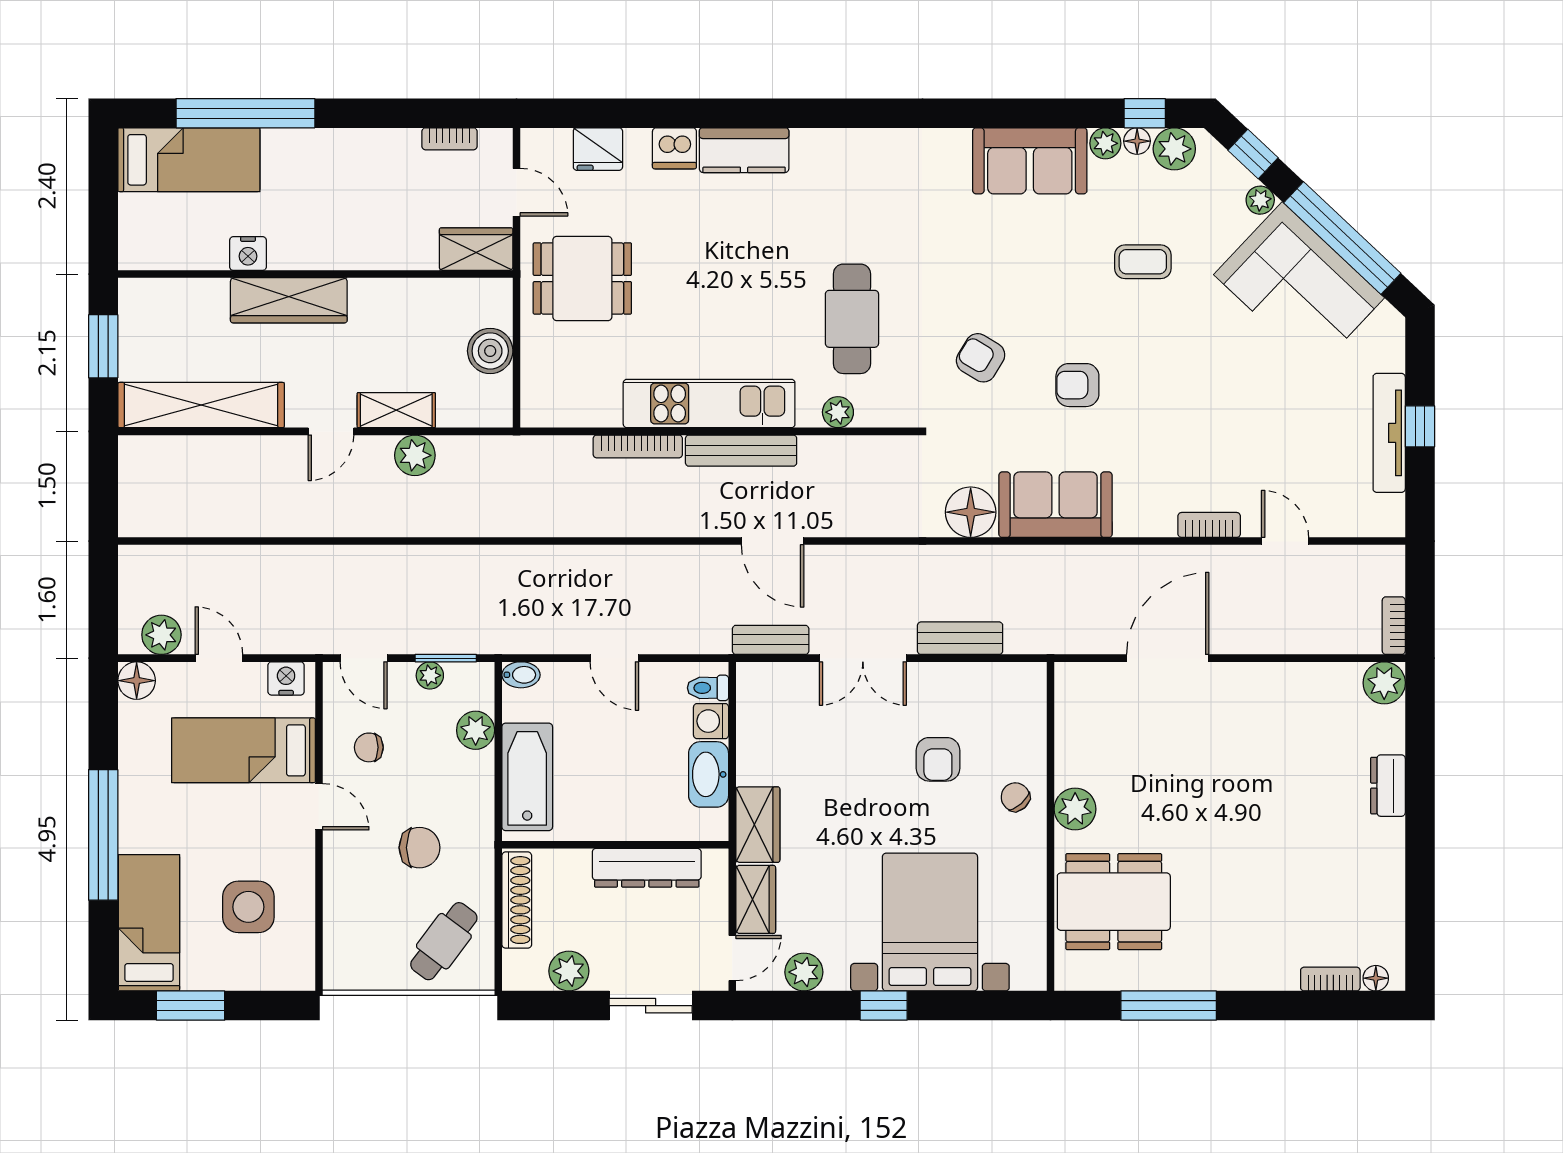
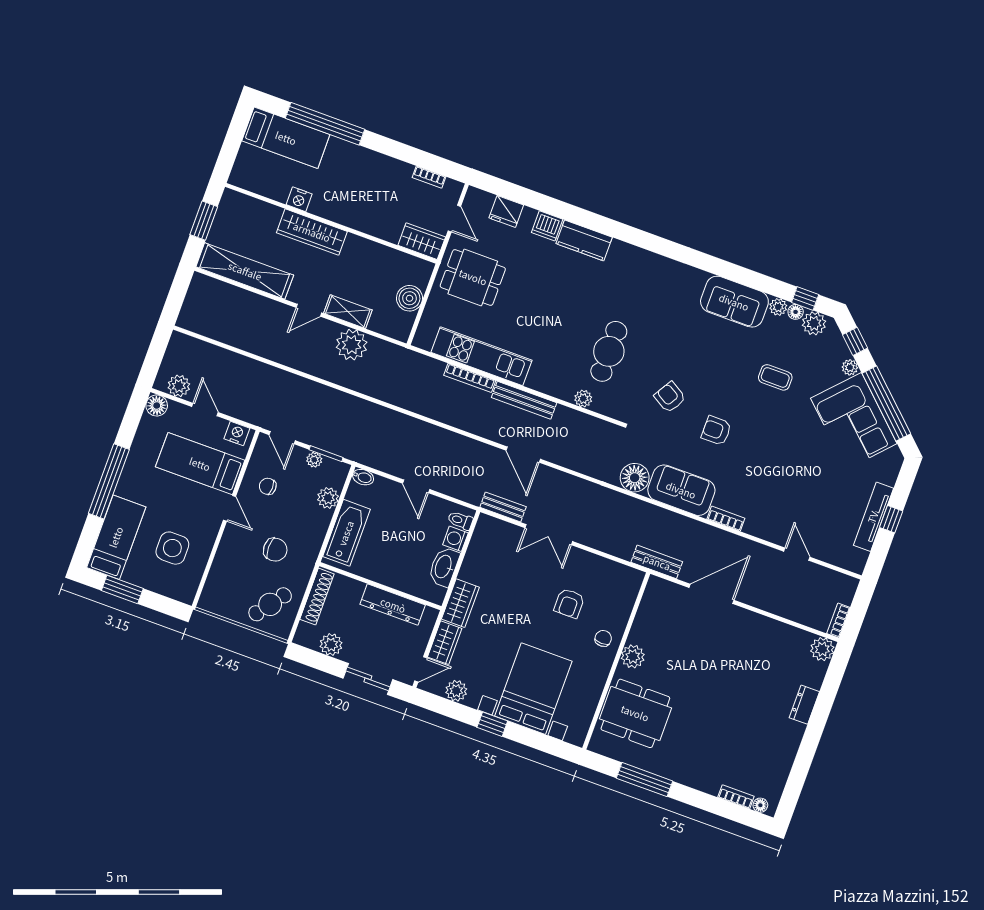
kitchen unit: (709, 404) -> (482, 356), moved
plant: (415, 455) -> (352, 345), width x1.36, depth x1.36
bookcase: (1209, 525) -> (726, 519), moved
bench: (960, 638) -> (657, 562), moved
chair: (1015, 797) -> (603, 638), turned 42

